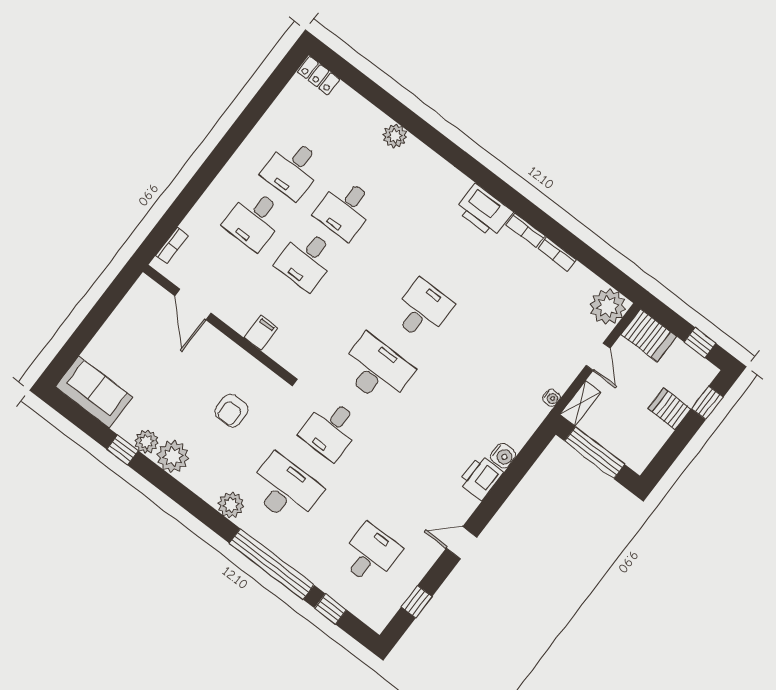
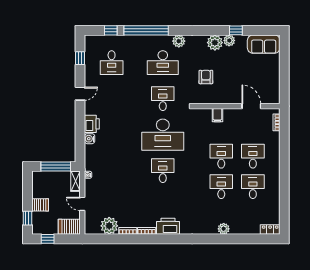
plant: (608, 307) -> (109, 226), moved
desk: (422, 310) -> (163, 171), turned 180
desk: (376, 370) -> (163, 135), width x1.36, depth x1.30

